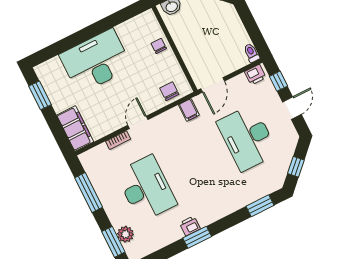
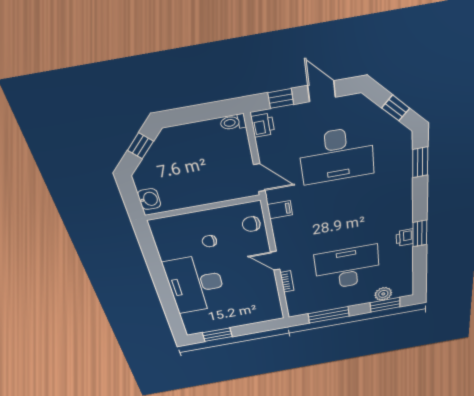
chair: (159, 46) -> (209, 241), moved
filing cabinet: (75, 128) -> (261, 314), removed

